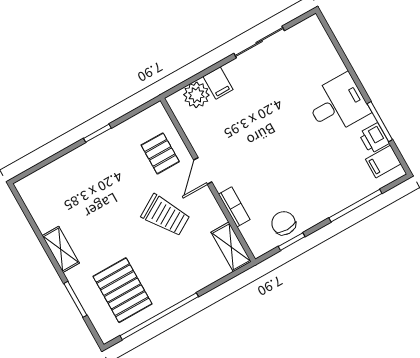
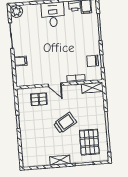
plant: (196, 95) -> (16, 11), moved
trolley: (166, 215) -> (65, 123), moved
pallet: (122, 290) -> (89, 142), turned 90

